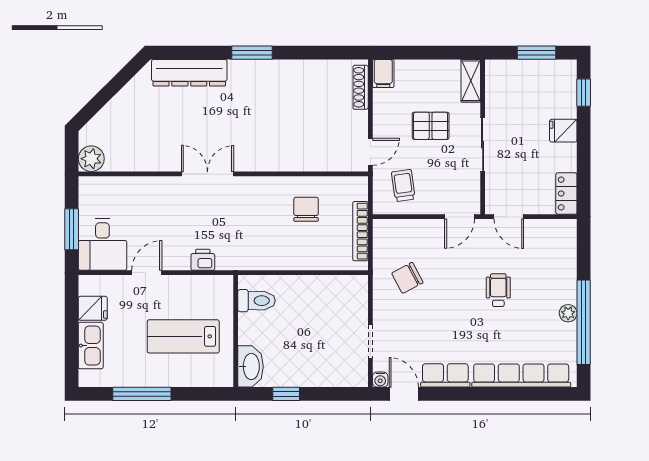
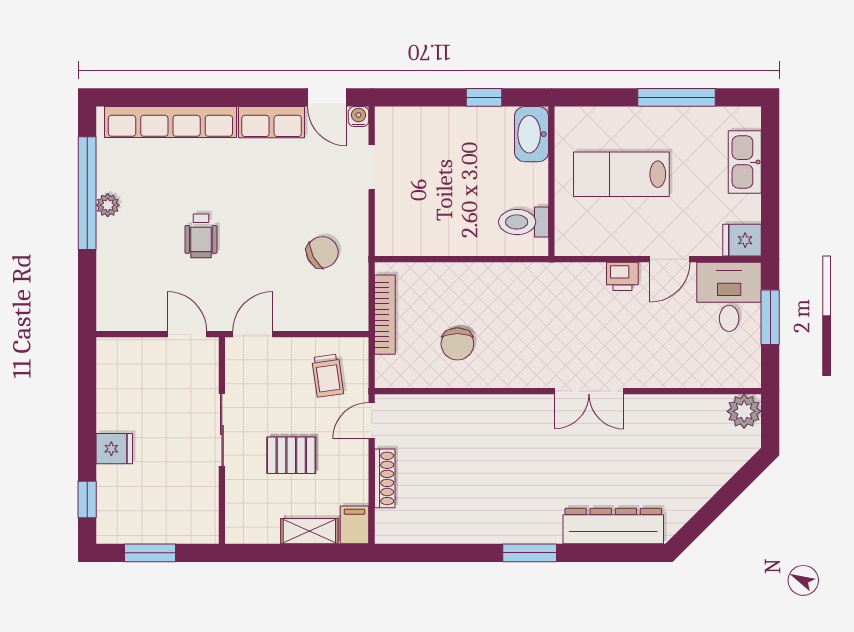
shelving: (471, 81) -> (309, 531), moved, turned 90
shoe rack: (361, 87) -> (385, 478), moved
locker: (566, 194) -> (110, 365), removed
printer: (203, 260) -> (622, 276), moved
fridge: (93, 308) -> (742, 240), moved
lab bench: (183, 336) -> (621, 174), turned 180

